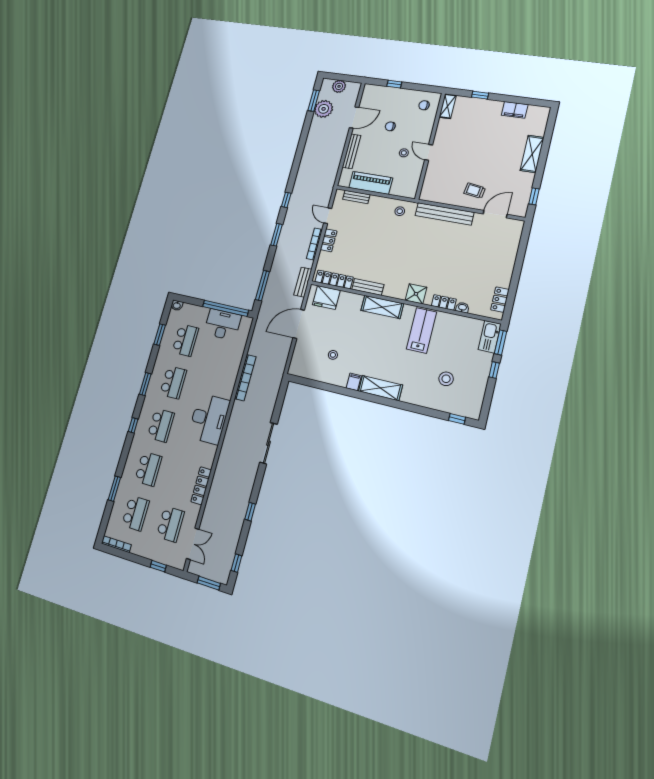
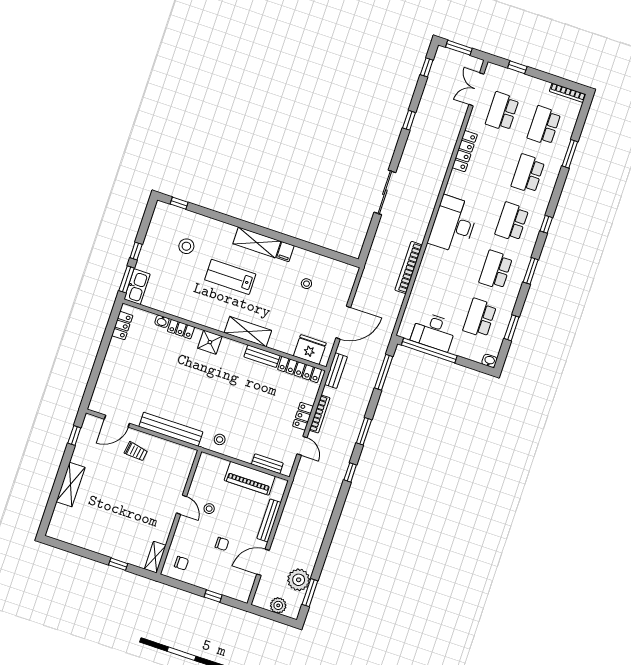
filing cabinet: (515, 110) -> (83, 540), removed
lab bench: (422, 330) -> (230, 277), moved, turned 90

